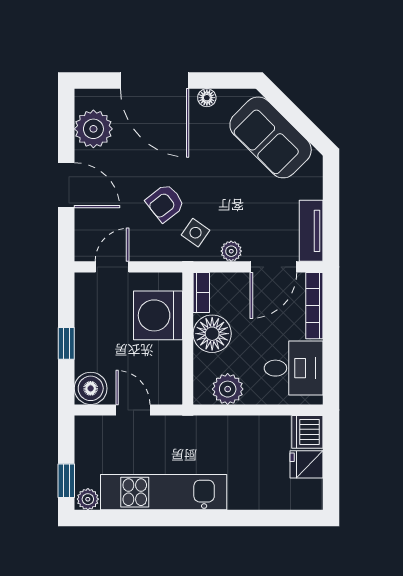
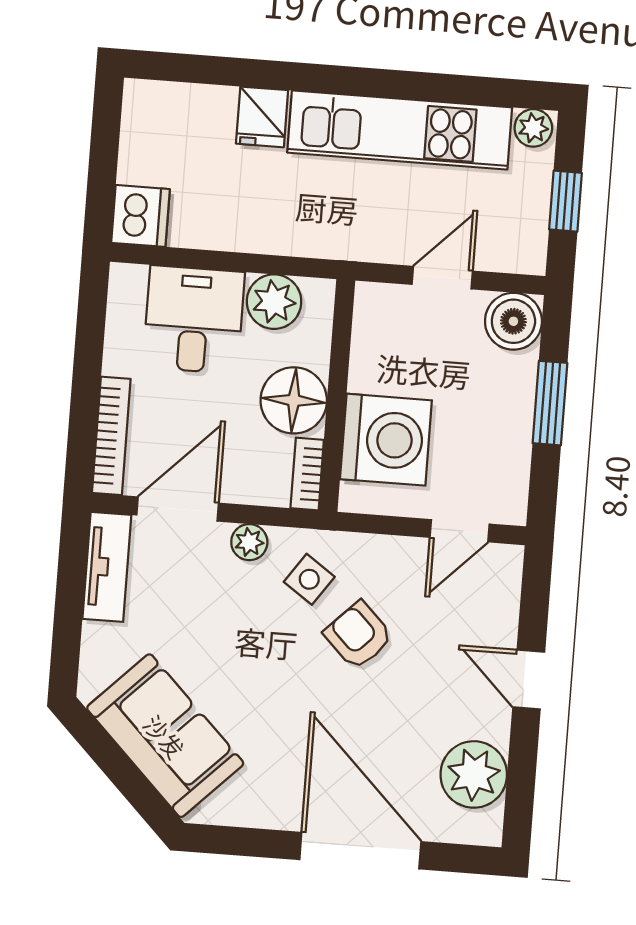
floor lamp: (207, 98) -> (271, 814), removed
door: (66, 185) -> (529, 680), width x0.73
armchair: (165, 203) -> (358, 635), turned -97
window: (66, 343) -> (550, 403), width x1.50
desk: (294, 368) -> (194, 320), moved, turned 90
door: (133, 410) -> (442, 278), swing flipped
fridge: (307, 464) -> (262, 117), moved, turned 90
window: (66, 481) -> (565, 201), moved

